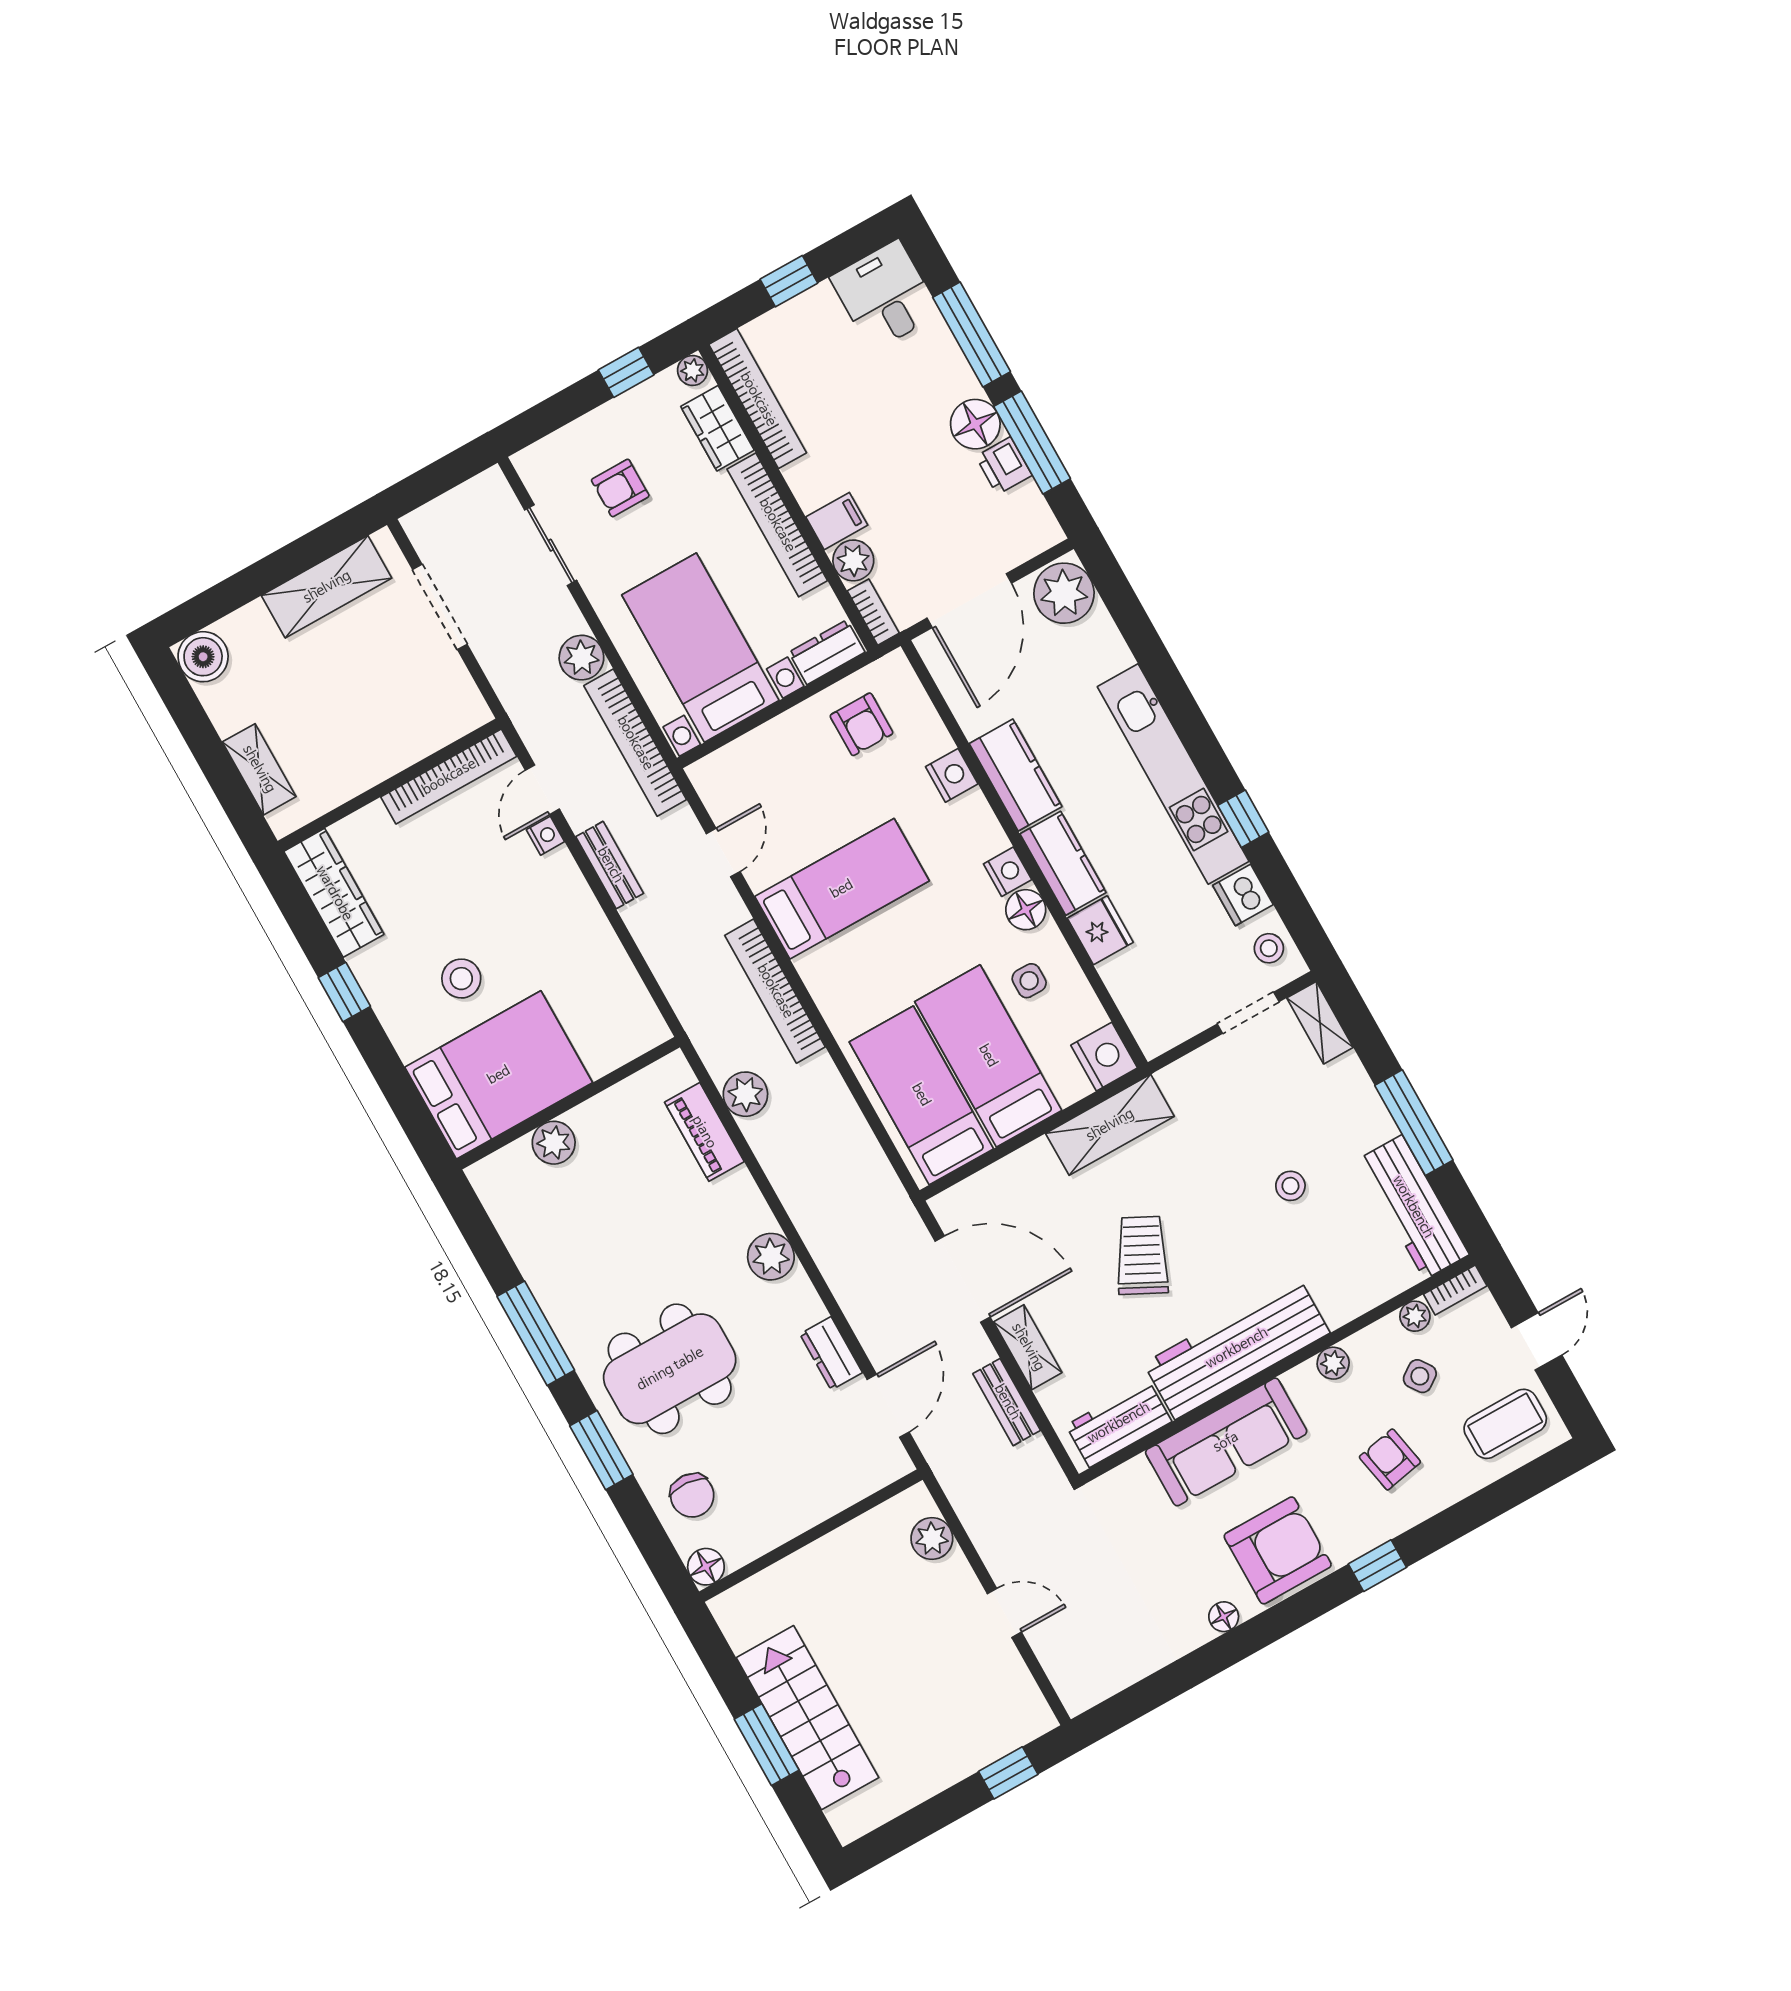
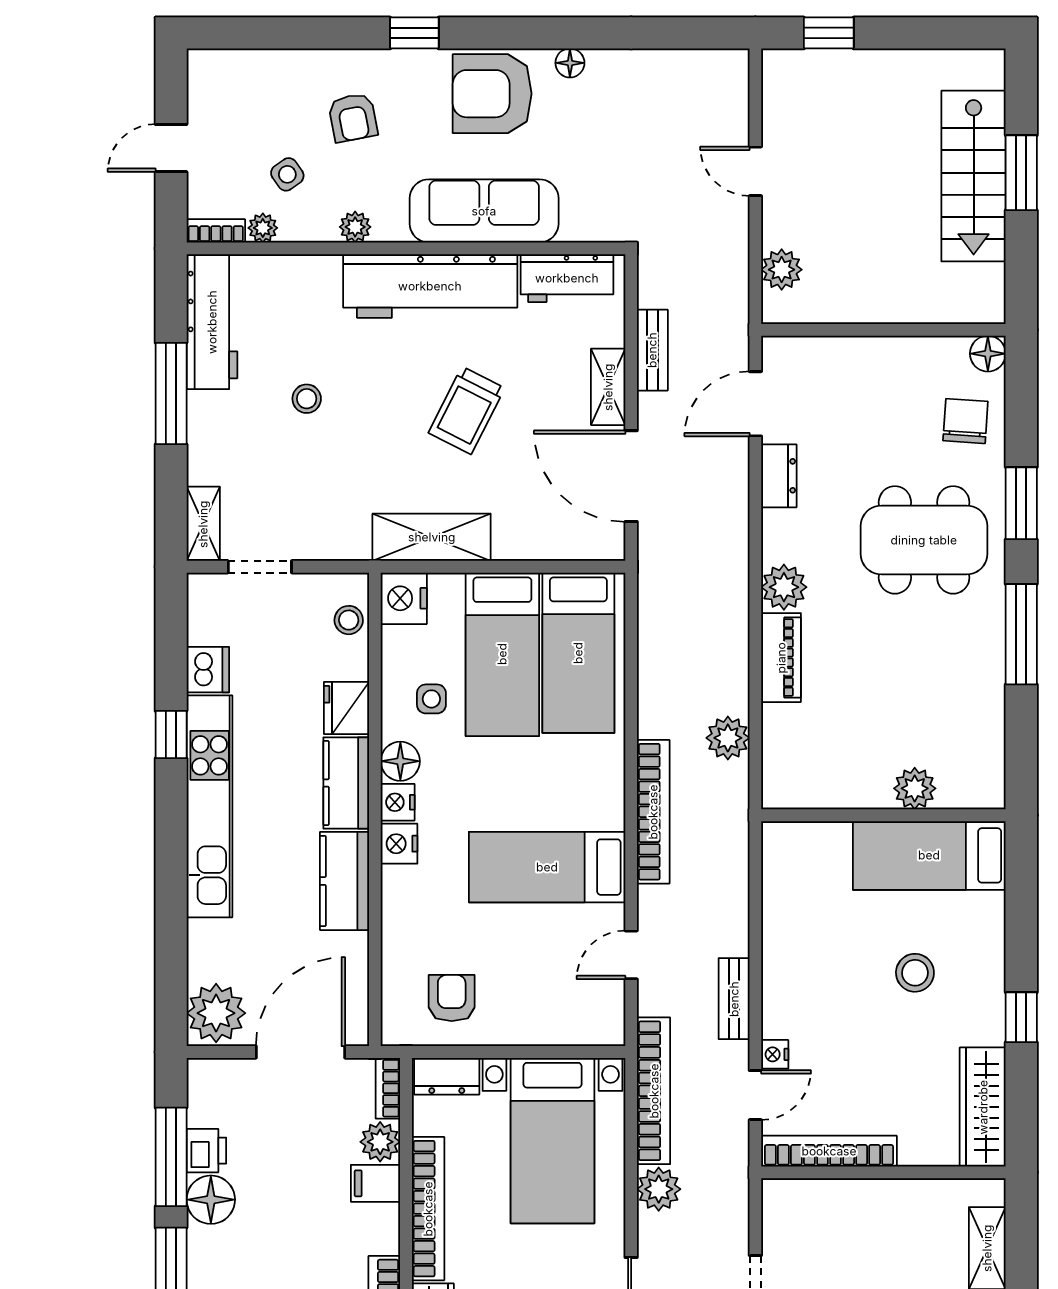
nightstand: (952, 775) -> (399, 844), moved
stool: (1269, 948) -> (349, 620), moved
bed: (499, 1075) -> (929, 855), width x0.67
piano: (704, 1132) -> (781, 658), moved
coffee table: (1505, 1424) -> (237, 93), removed

